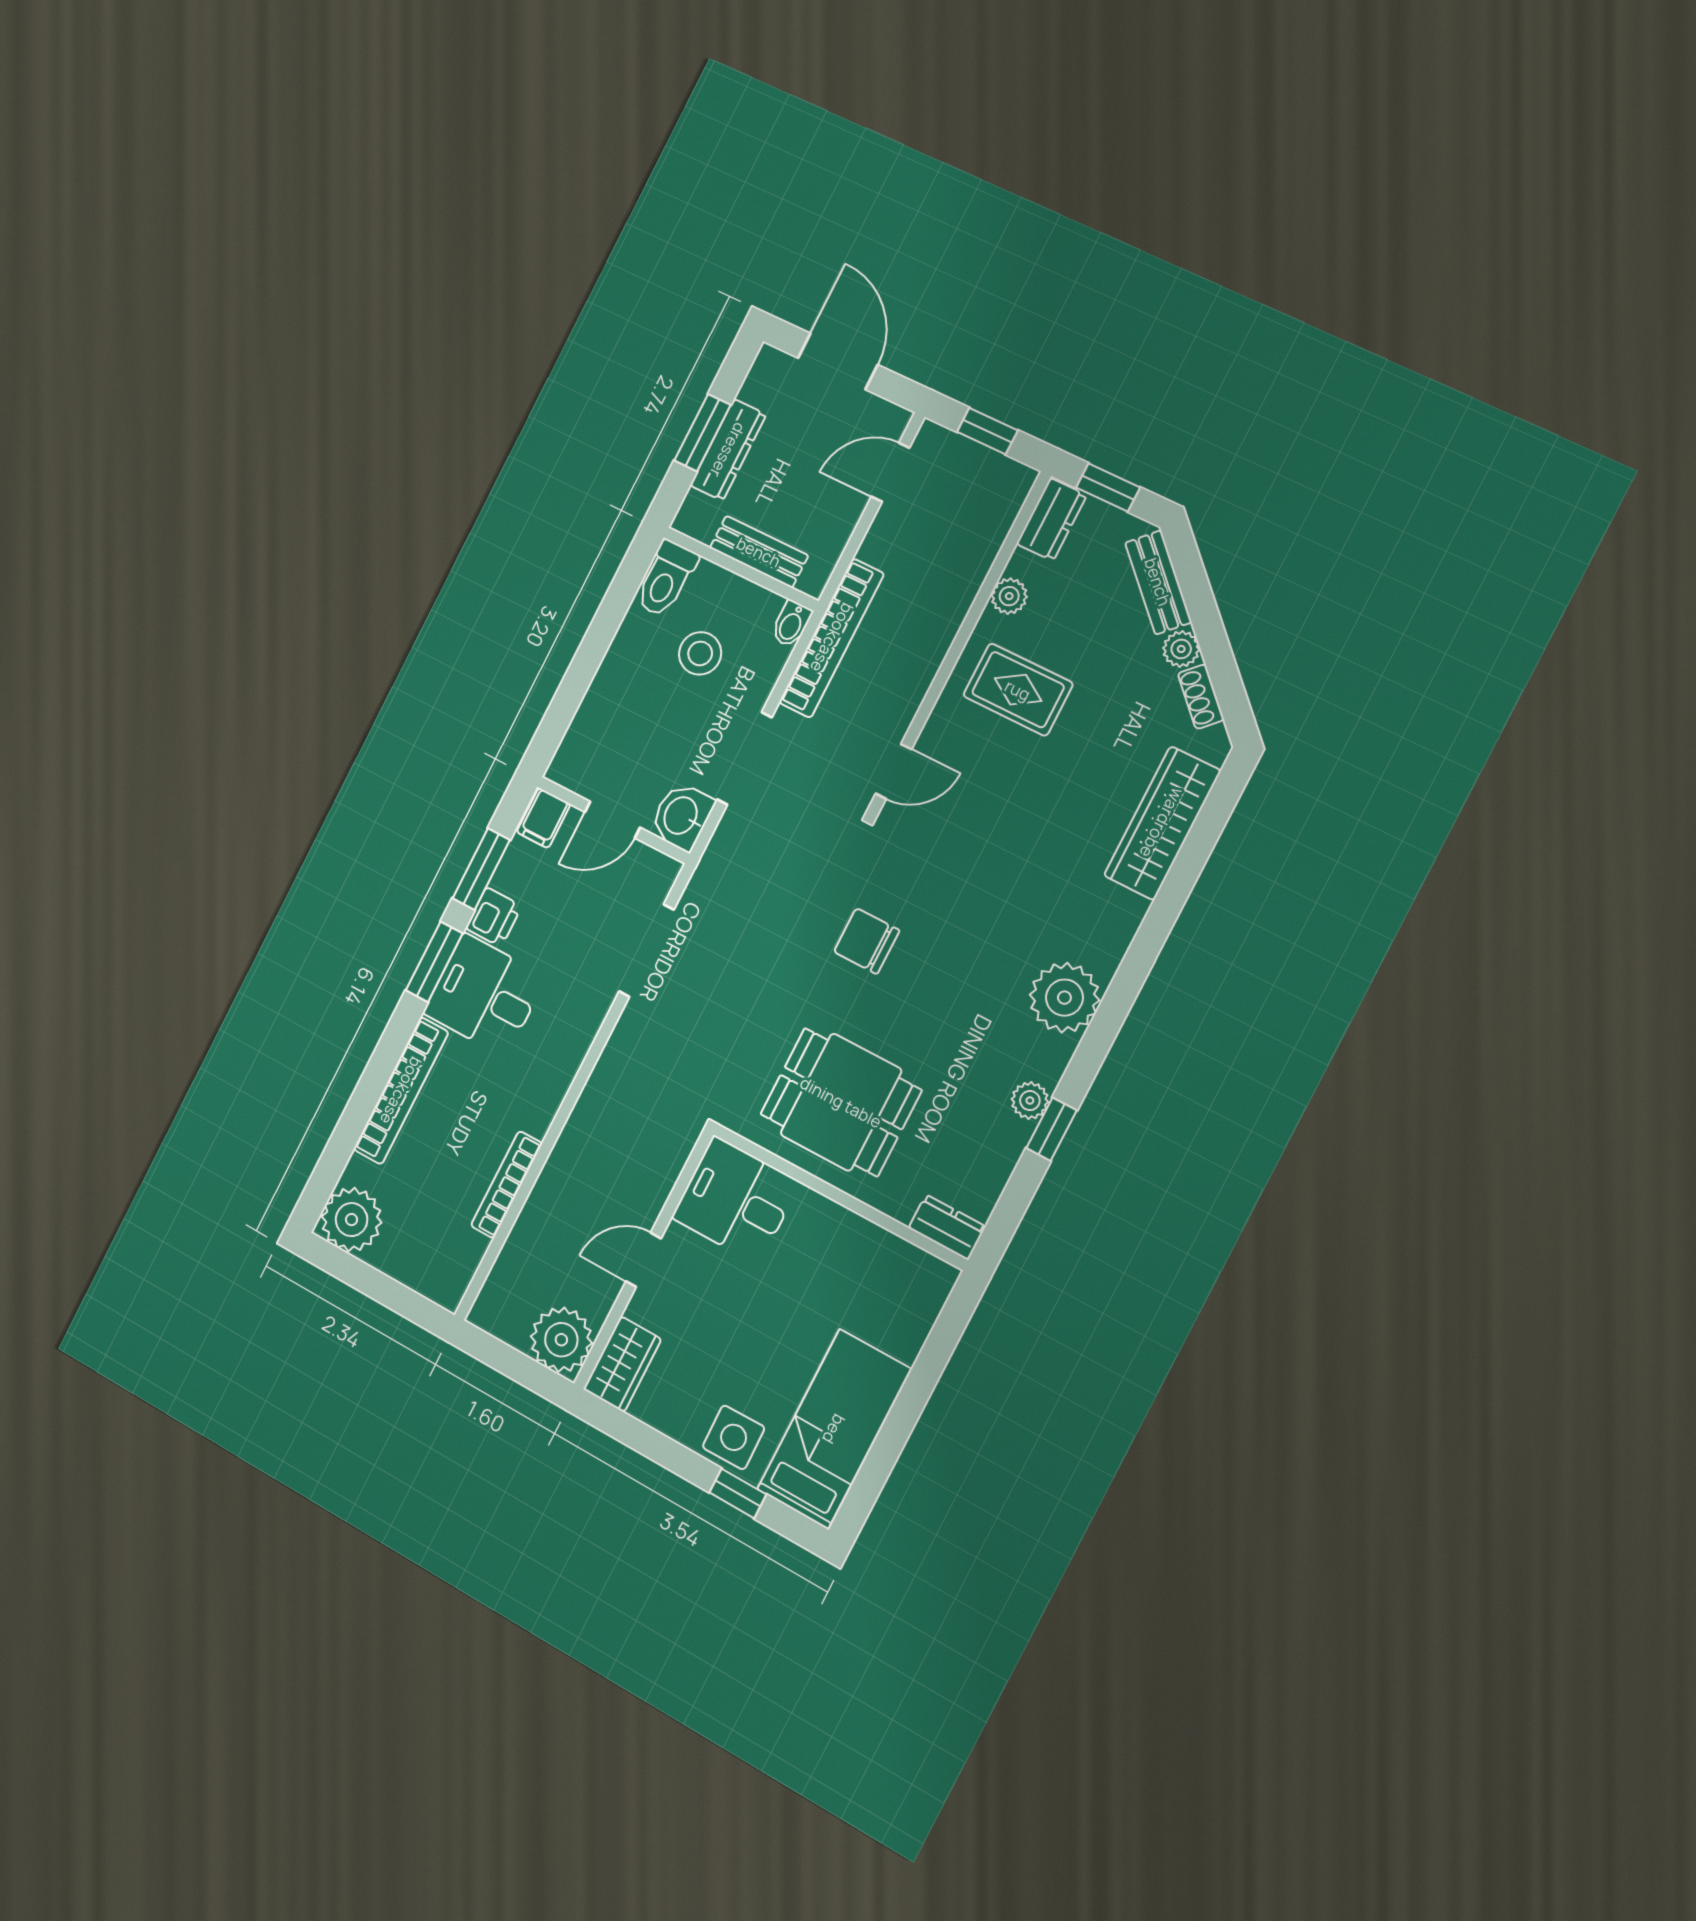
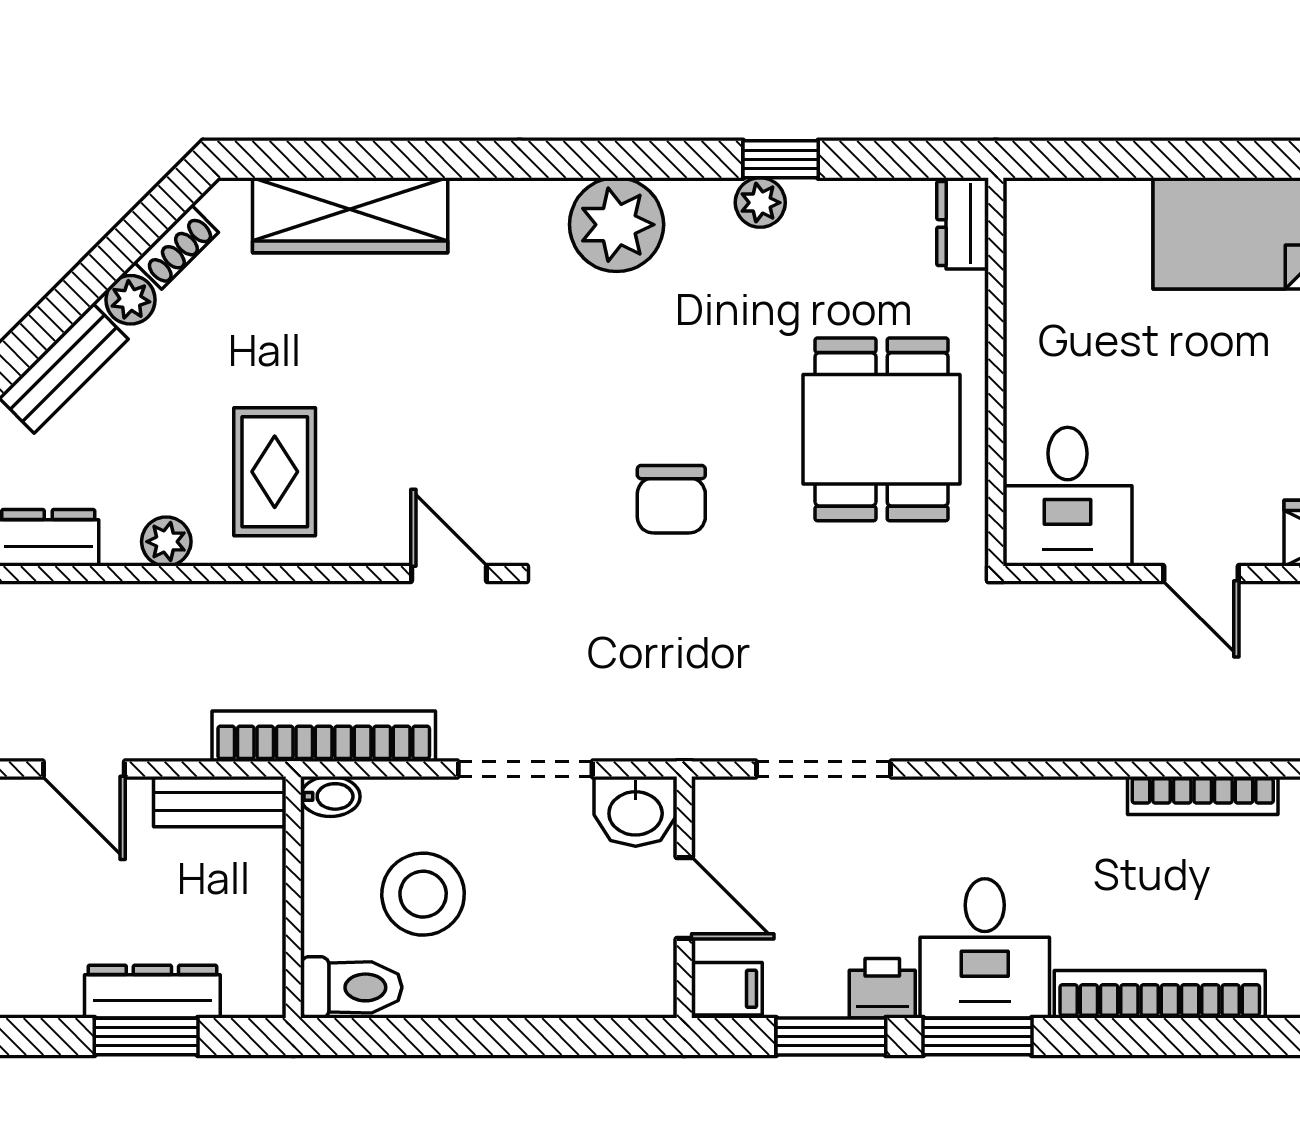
bench: (759, 552) -> (220, 802), moved, turned 90
stool: (700, 653) -> (423, 894), width x1.38, depth x1.38

